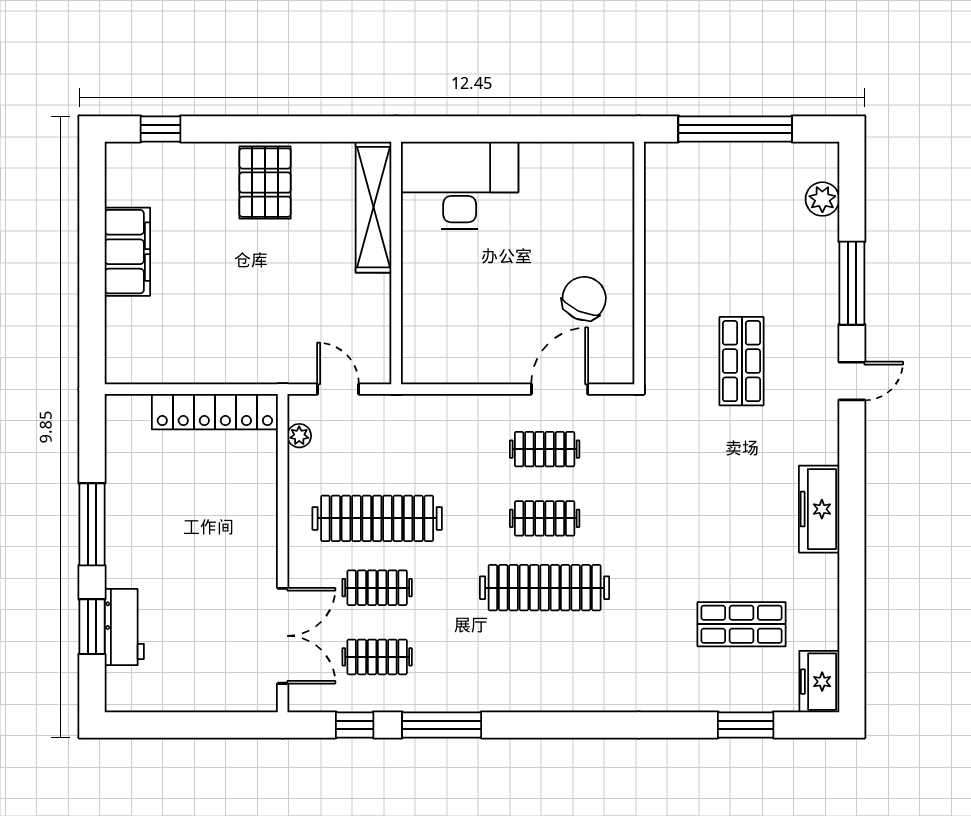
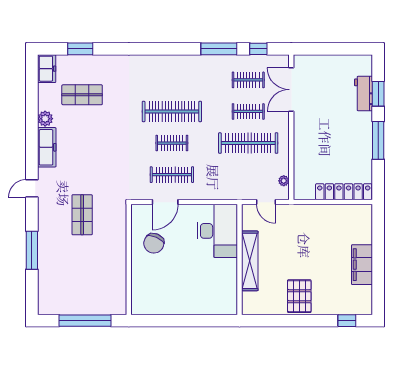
desk: (460, 185) -> (217, 231), moved, turned -90
plant: (822, 199) -> (45, 119), moved
shelving: (374, 207) -> (250, 261), moved
door: (852, 381) -> (32, 188), moved
locker: (215, 412) -> (344, 192), moved
clothes rail: (545, 449) -> (172, 175), width x1.36

